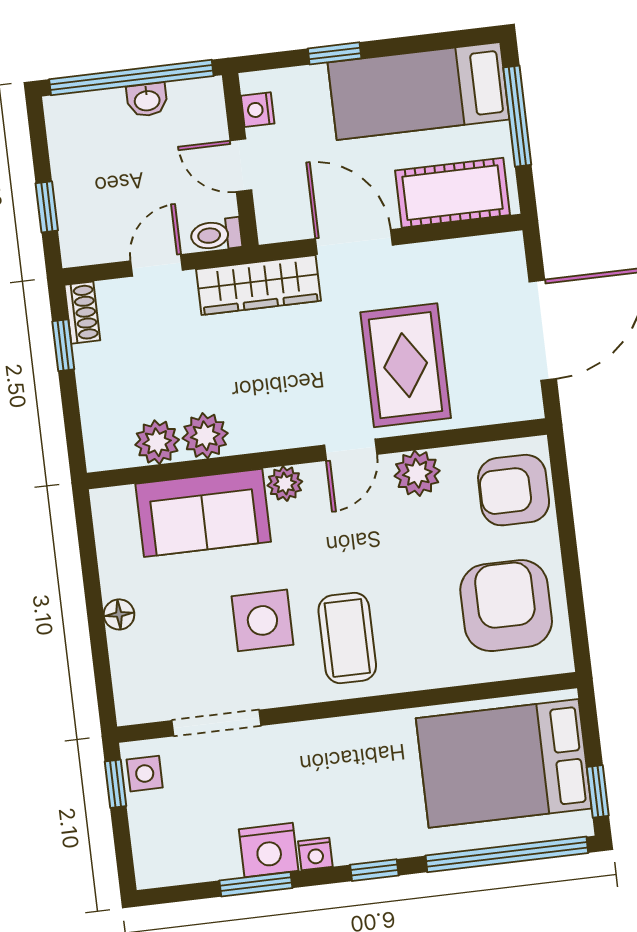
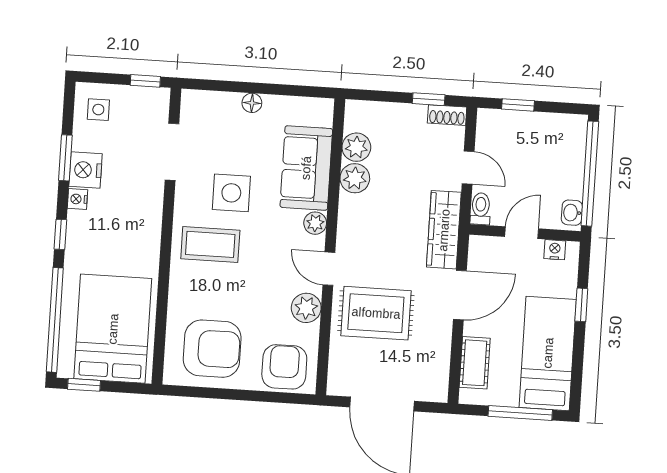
washbasin: (147, 100) -> (572, 213), moved
cot: (452, 193) -> (475, 363), width x0.73, depth x0.75
side table: (145, 774) -> (98, 110), moved

